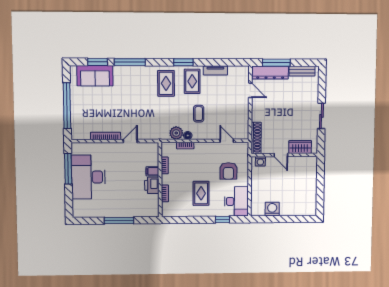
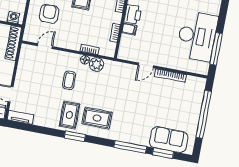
tv unit: (215, 70) -> (20, 117), moved
rug: (166, 83) -> (97, 118), turned 90
door: (227, 141) -> (45, 46), swing flipped

